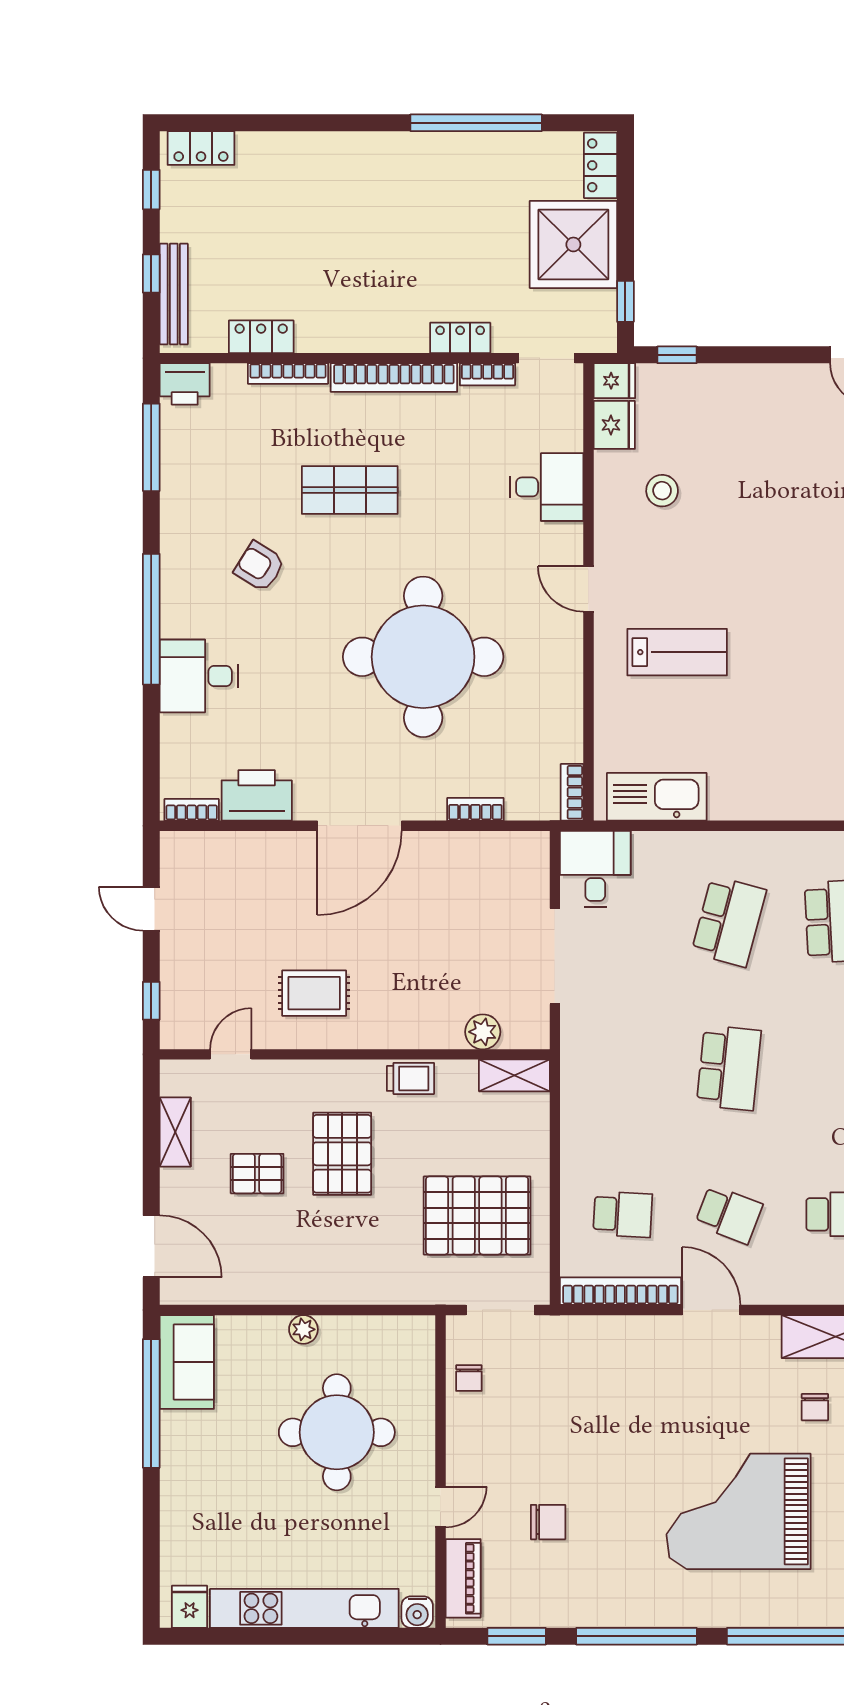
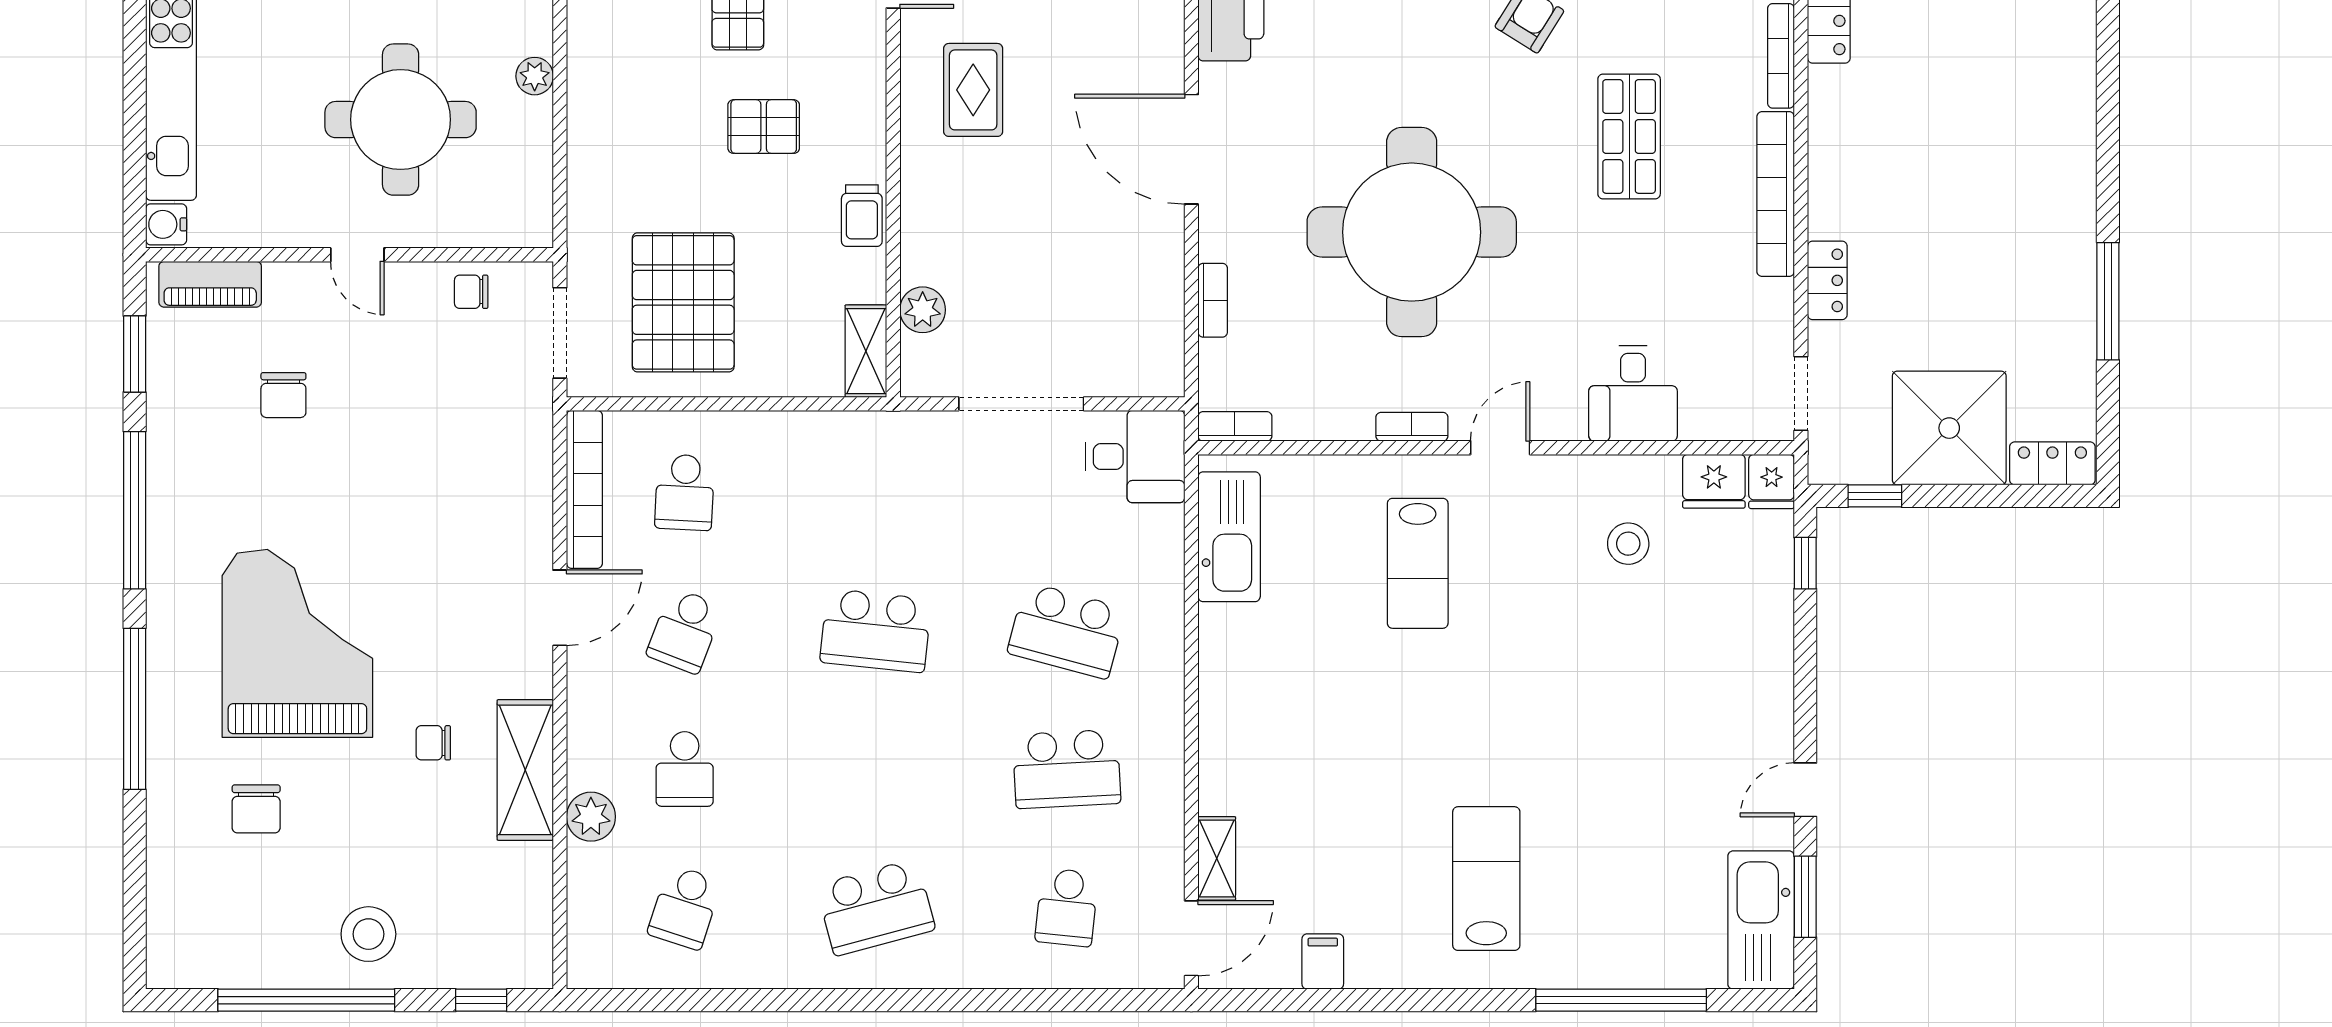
window: (476, 123) -> (2108, 301), width x0.68
bookcase: (487, 374) -> (1412, 427), moved, turned 90
pallet: (342, 1154) -> (764, 127), width x0.67, depth x0.71
door: (440, 1507) -> (357, 255), moved

